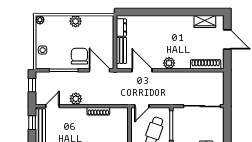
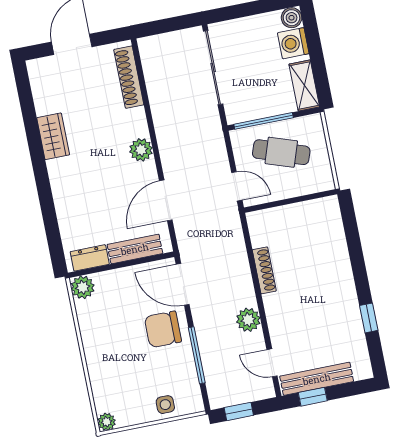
plant: (76, 21) -> (83, 287), moved
wardrobe: (205, 22) -> (53, 136), moved
door: (99, 70) -> (183, 284), hinge flipped

